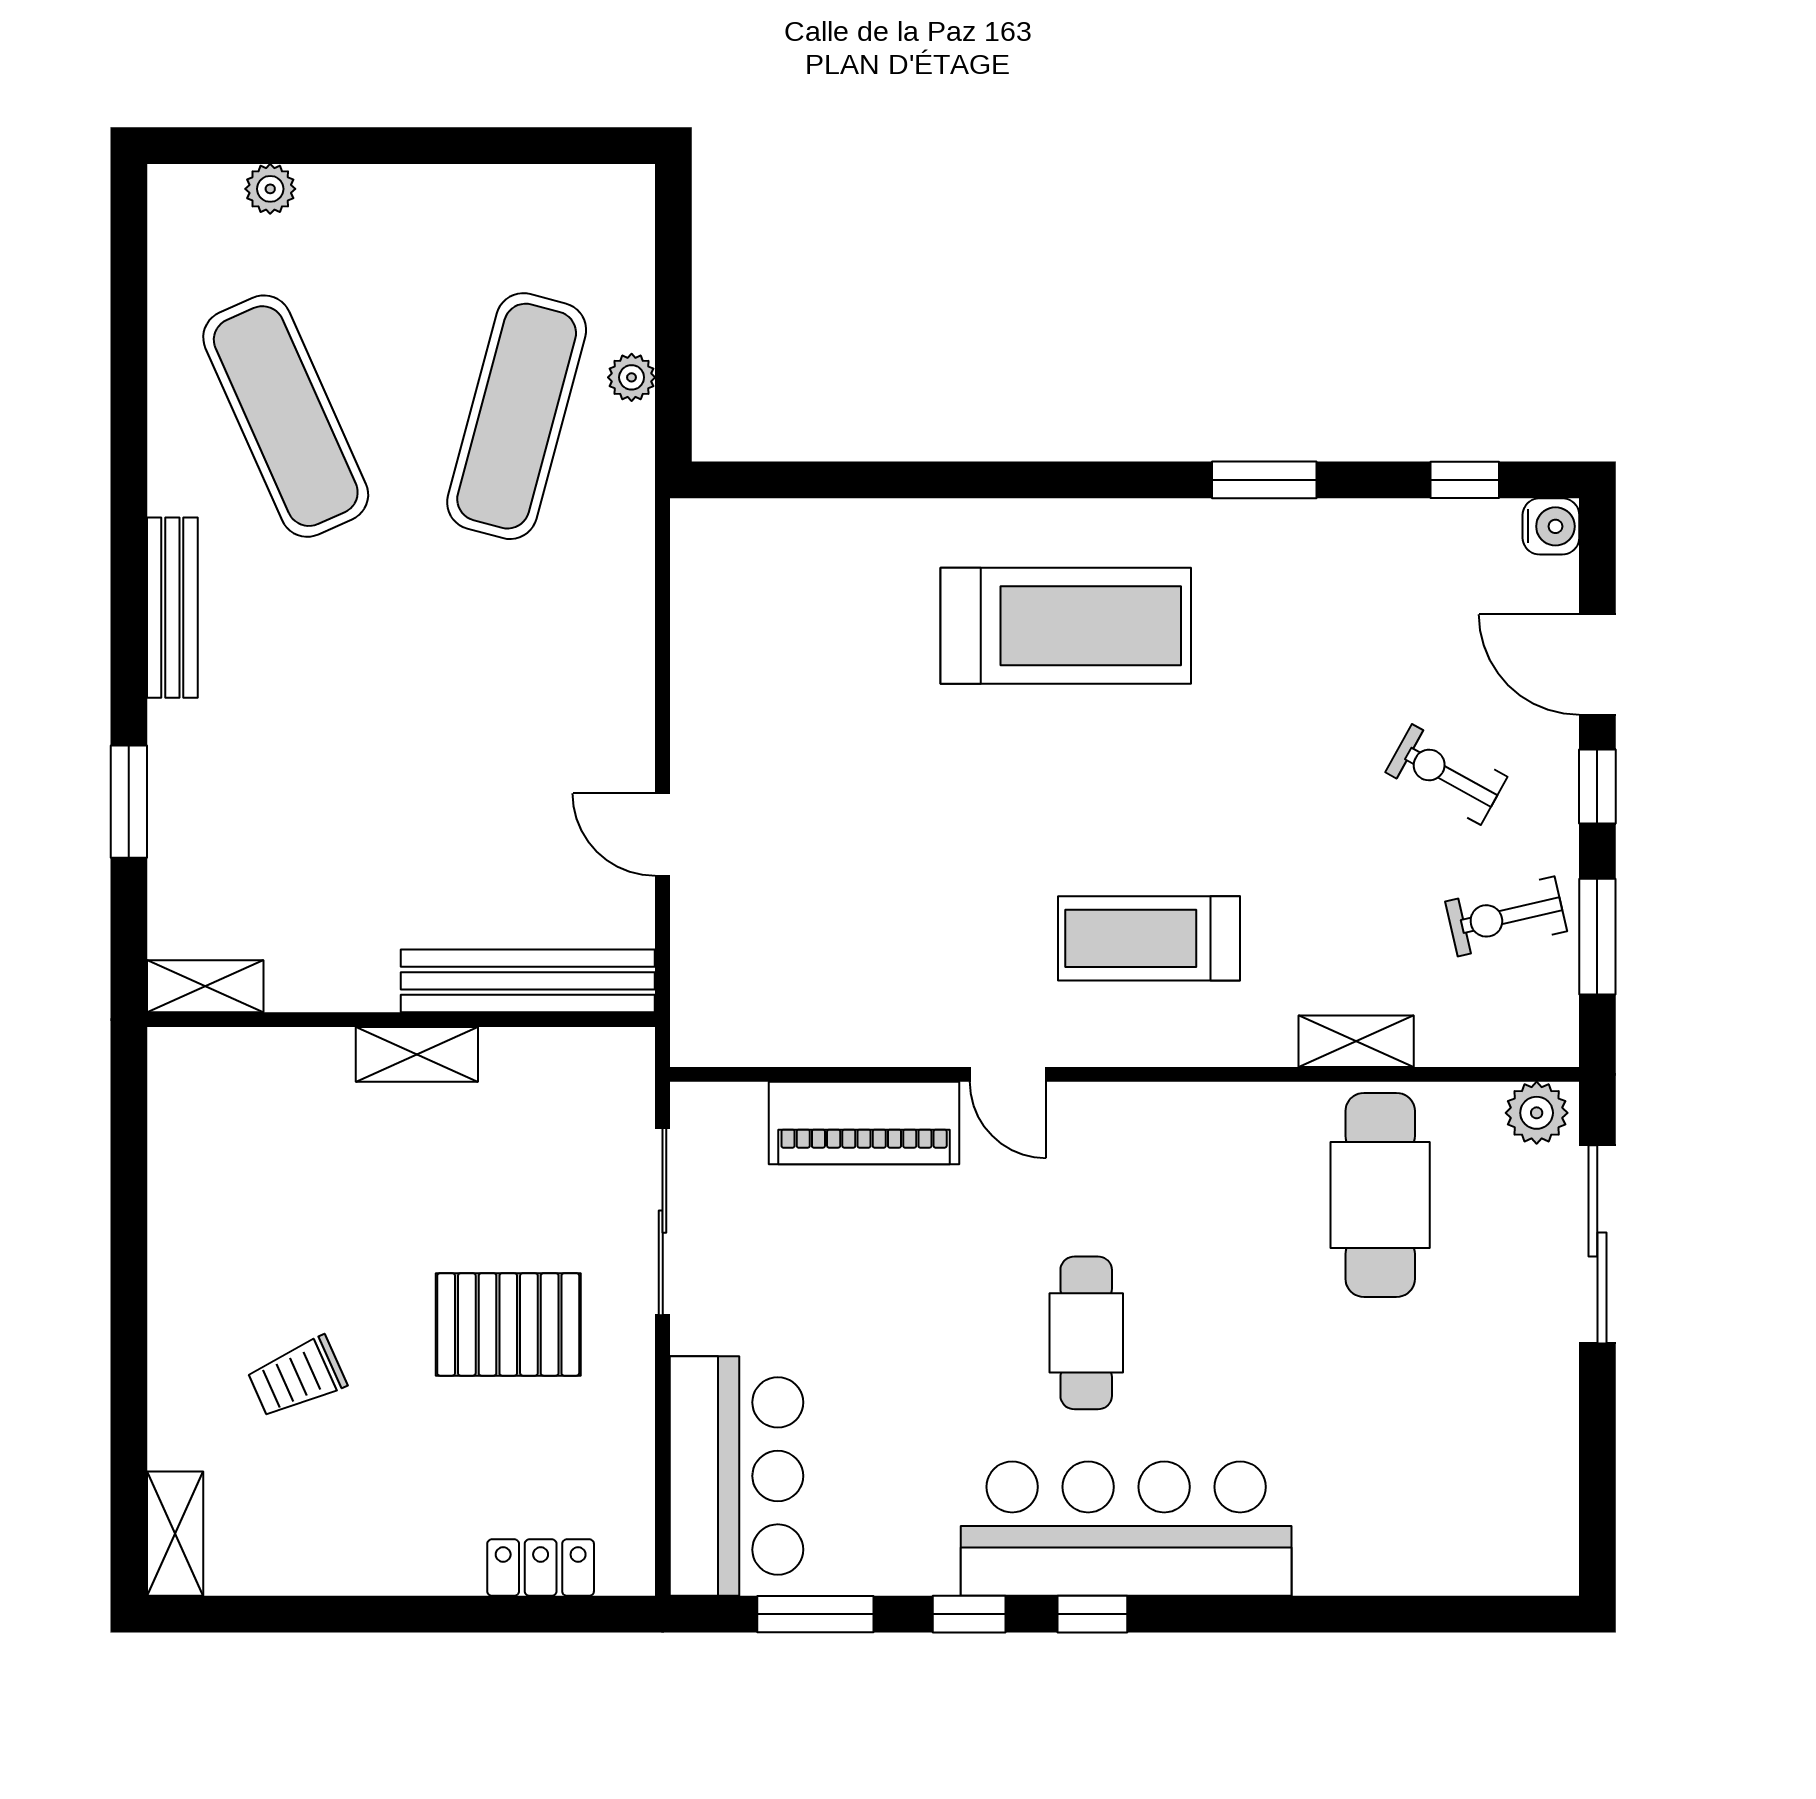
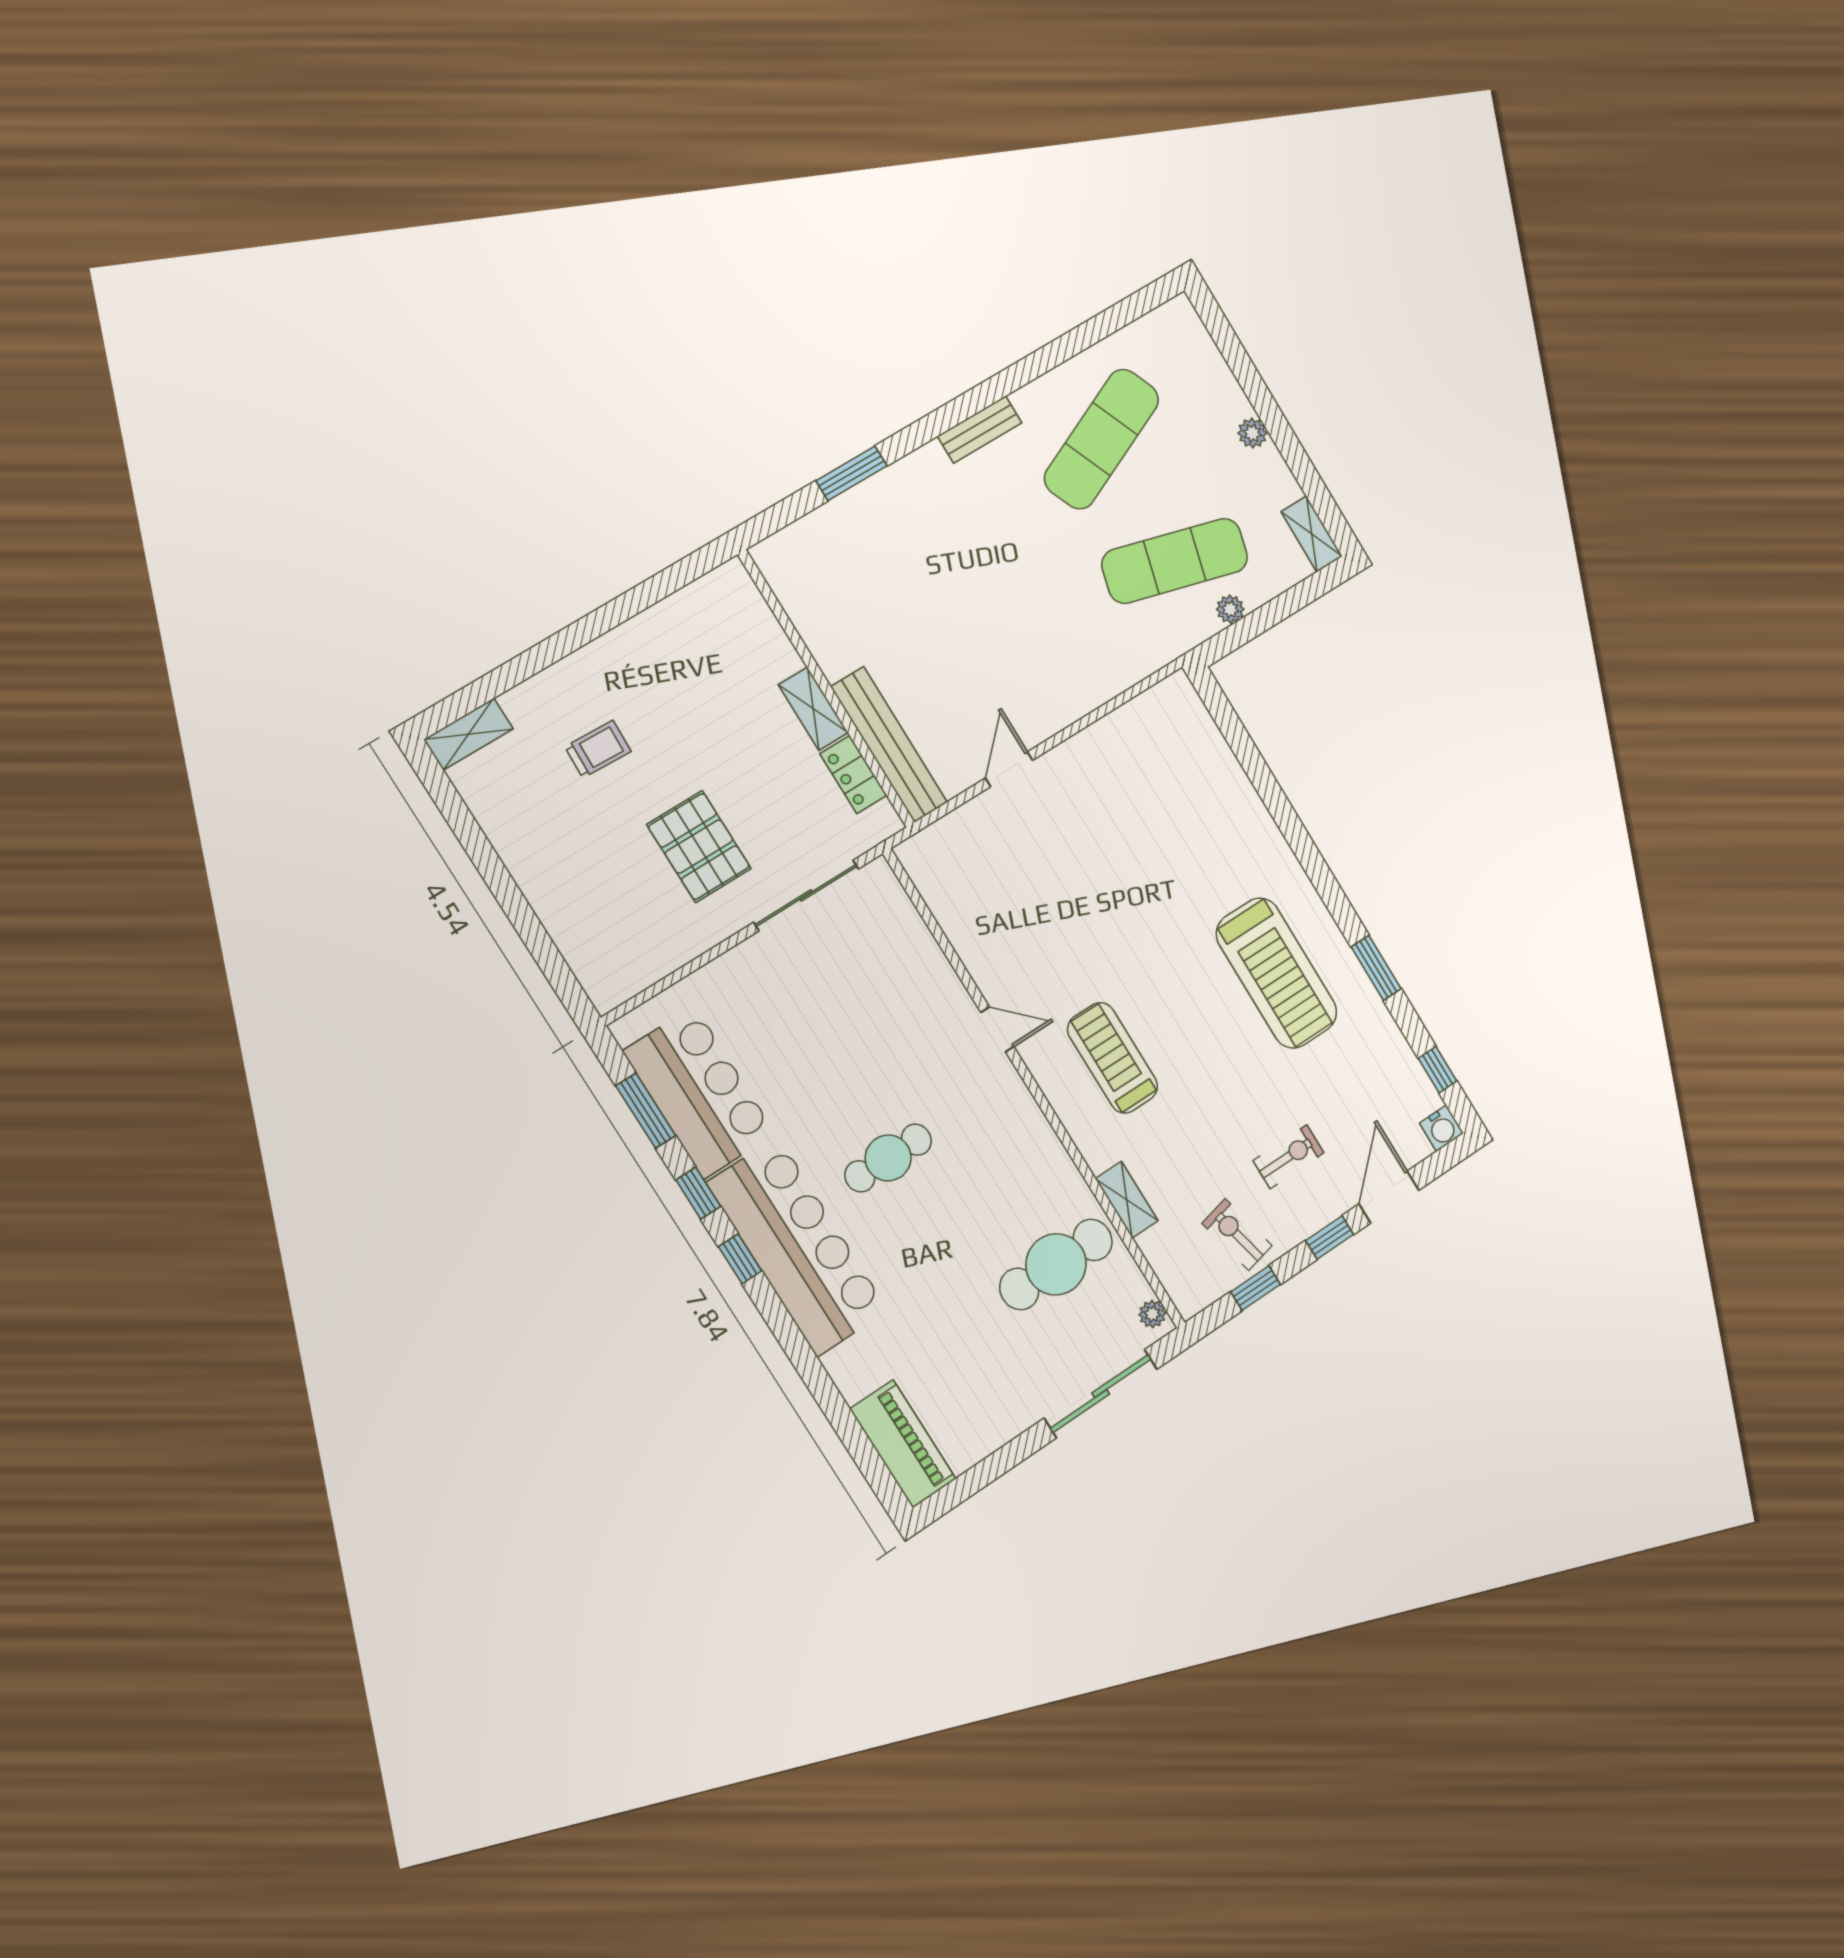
plant: (270, 189) -> (1252, 433), moved
bench: (172, 608) -> (980, 429), width x0.73
treadmill: (1066, 626) -> (1277, 973), moved
exercise bike: (1446, 775) -> (1289, 1157), turned 61
window: (1597, 937) -> (1256, 1288), width x0.67
shelving: (205, 986) -> (1312, 534), moved
door: (1008, 1074) -> (997, 1029), swing flipped
plant: (1537, 1113) -> (1152, 1314), width x0.73, depth x0.73
piano: (864, 1123) -> (903, 1444), moved, turned 180
trolley: (297, 1377) -> (598, 749), turned 116
bar counter: (736, 1476) -> (699, 1092), moved, turned -90
locker: (541, 1568) -> (853, 775), moved, turned 180

